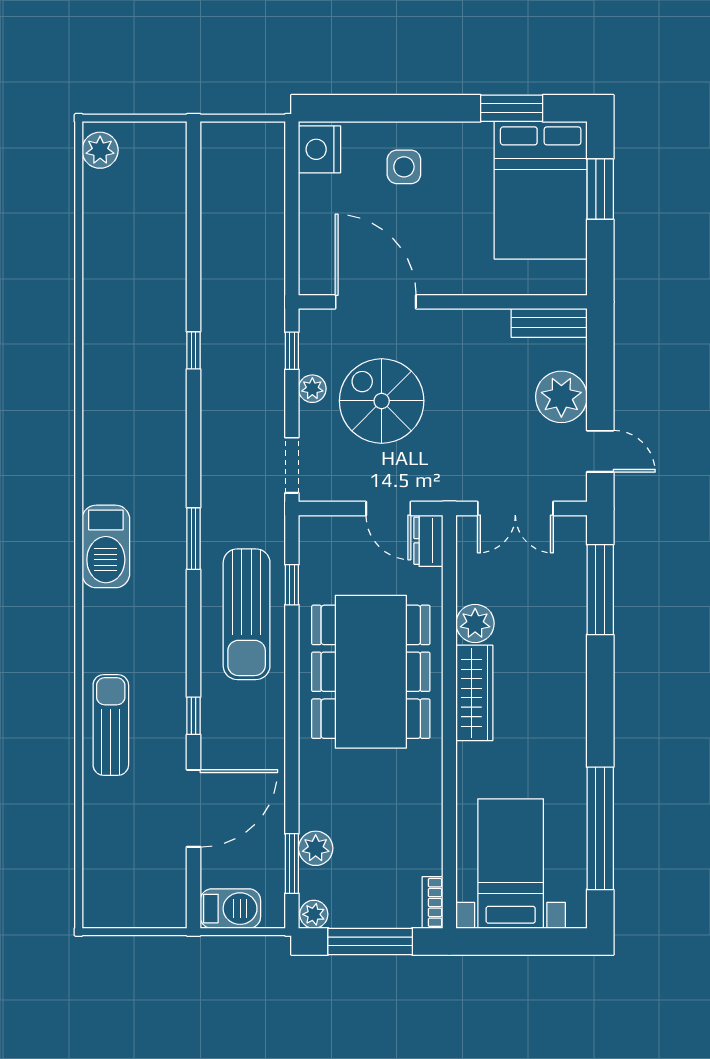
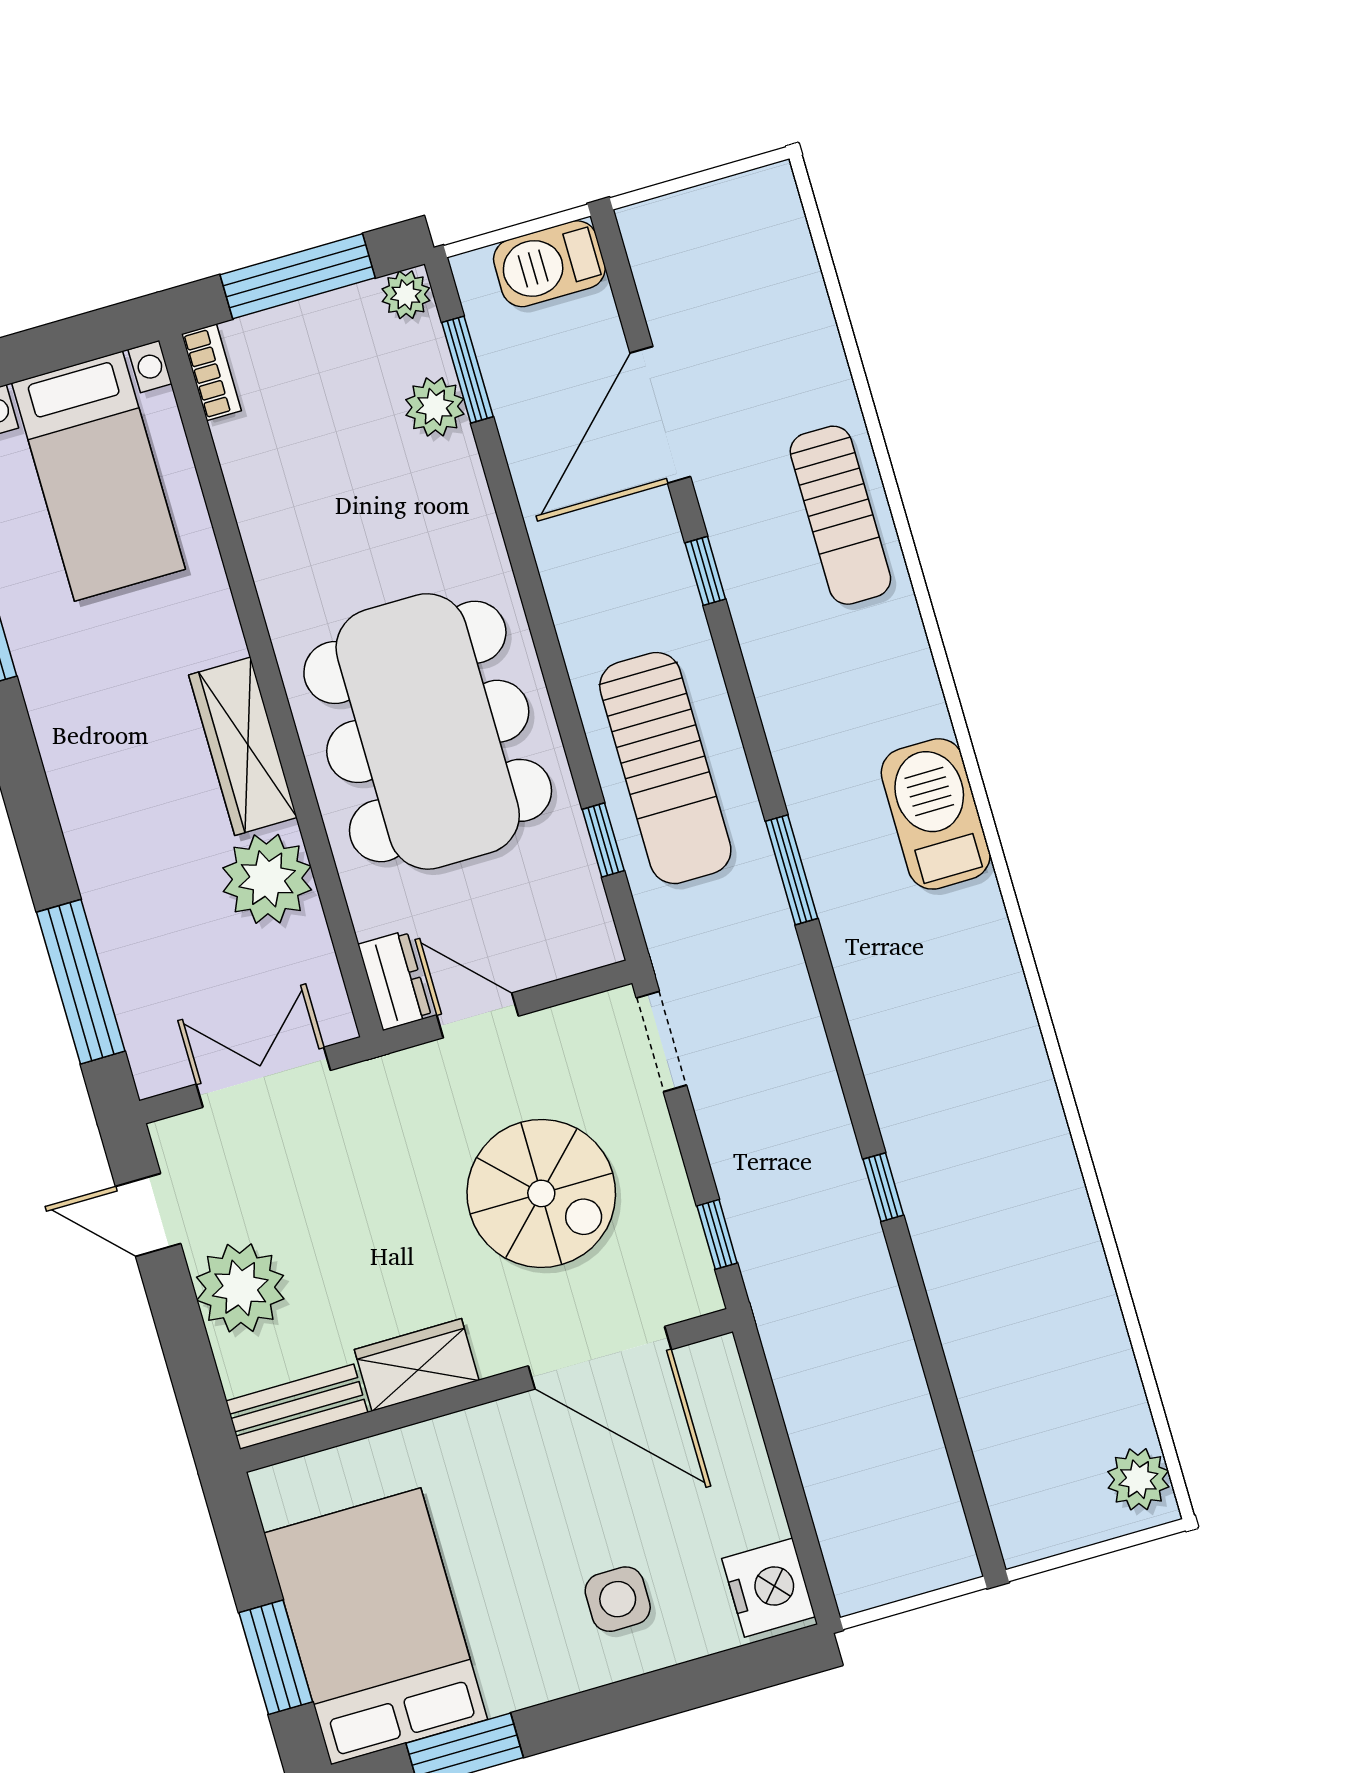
wardrobe: (477, 327) -> (417, 1365), added
plant: (312, 389) -> (664, 1180), removed
sun lounger: (247, 614) -> (665, 768), turned 180
plant: (475, 623) -> (267, 879), width x1.36, depth x1.36

